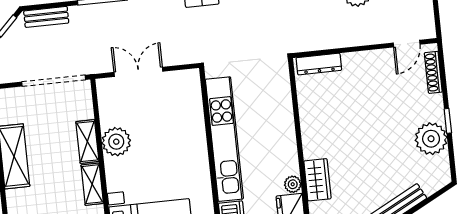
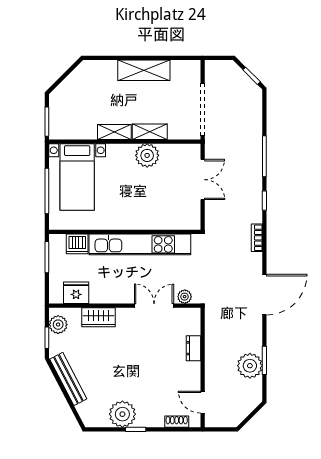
bench: (46, 17) -> (256, 109), removed
dresser: (319, 64) -> (193, 348), moved, width x0.70
shoe rack: (433, 72) -> (177, 422), width x0.70
double door: (296, 114) -> (154, 306), added
plant: (293, 184) -> (185, 297), moved

